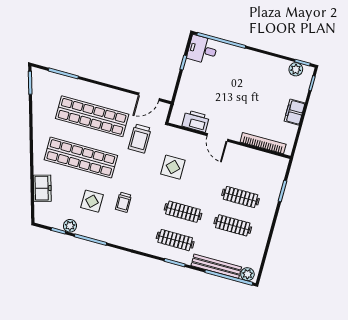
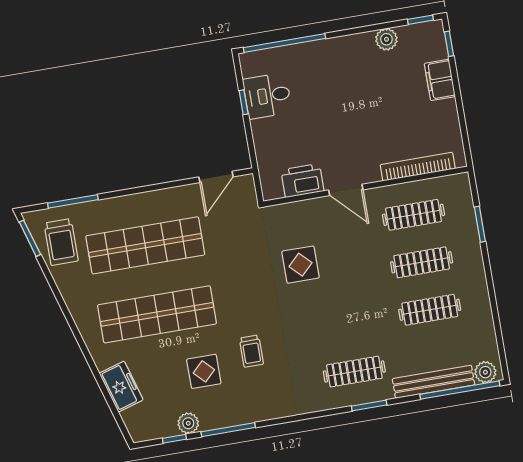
desk: (202, 50) -> (267, 96), moved
plant: (296, 69) -> (386, 39), moved
filing cabinet: (295, 112) -> (440, 80), moved
trolley: (140, 138) -> (61, 242), moved
clothes rail: (183, 212) -> (413, 215), moved

